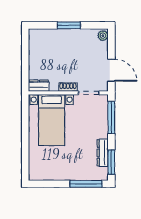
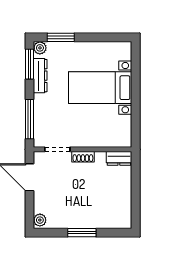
bed with nightstands: (52, 120) -> (100, 88), moved, turned -90
plant: (103, 175) -> (40, 48), added
window: (86, 184) -> (61, 37), width x0.69

